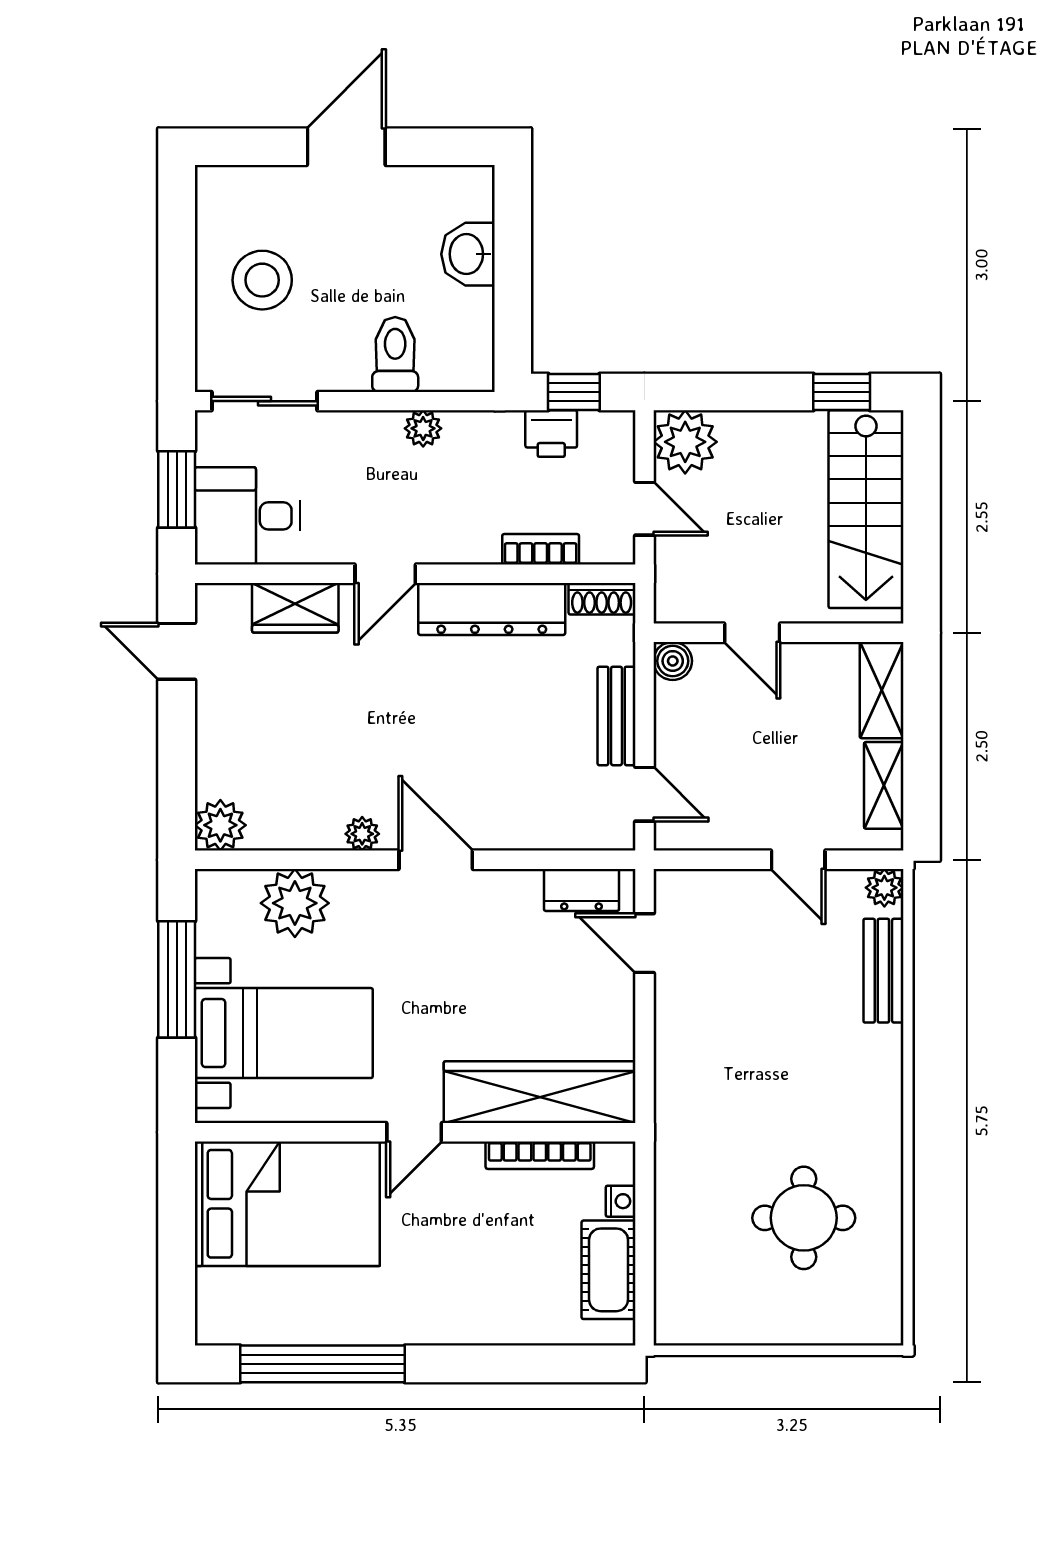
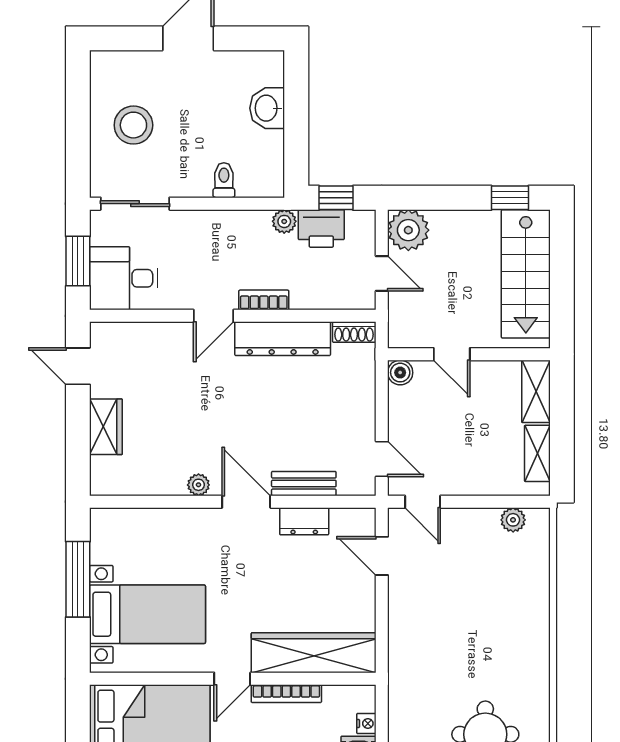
toilet: (395, 354) -> (224, 180), width x0.73, depth x0.72
plant: (423, 428) -> (284, 221), moved
printer: (551, 434) -> (321, 228), width x1.36, depth x1.24
bookcase: (541, 549) -> (264, 300), moved
wardrobe: (295, 608) -> (106, 427), moved, turned -90
bench: (616, 716) -> (304, 484), moved, turned 90
plant: (220, 825) -> (106, 479), removed
door: (798, 860) -> (423, 502), moved
plant: (884, 888) -> (513, 520), moved
dresser: (582, 890) -> (304, 521), moved
plant: (295, 903) -> (155, 530), removed
bench: (883, 971) -> (537, 574), removed
bookcase: (540, 1155) -> (286, 694), moved

